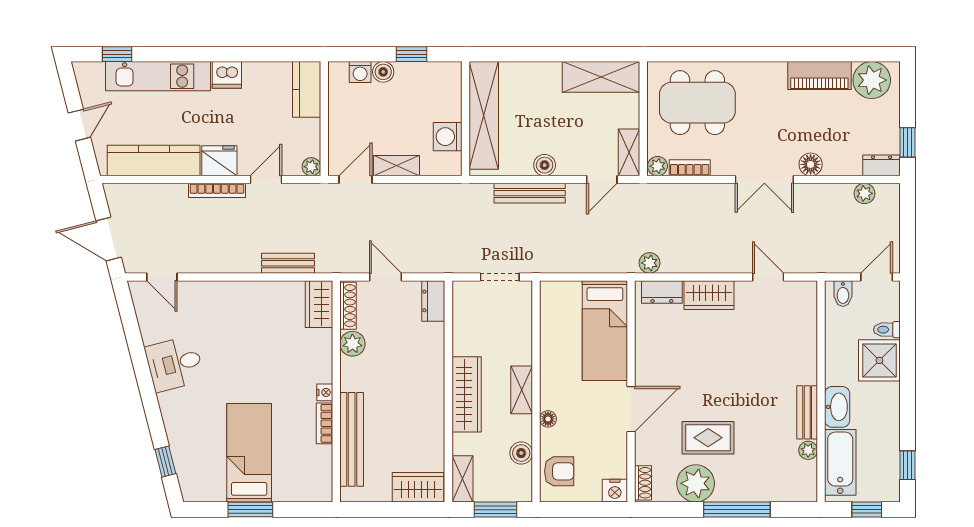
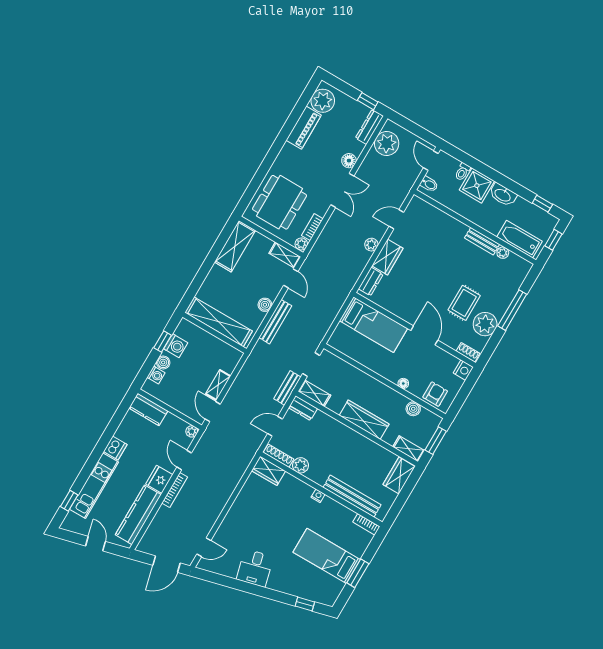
washing machine: (448, 137) -> (176, 346), moved, turned -90
dresser: (882, 165) -> (369, 127), width x1.44
plant: (865, 193) -> (387, 144), width x1.88, depth x1.88
bench: (288, 263) -> (287, 388), moved
plant: (650, 263) -> (371, 245), moved
shelving: (522, 390) -> (314, 393), moved
washbasin: (837, 407) -> (503, 195), moved, turned 180
bookcase: (324, 423) -> (366, 524), moved

